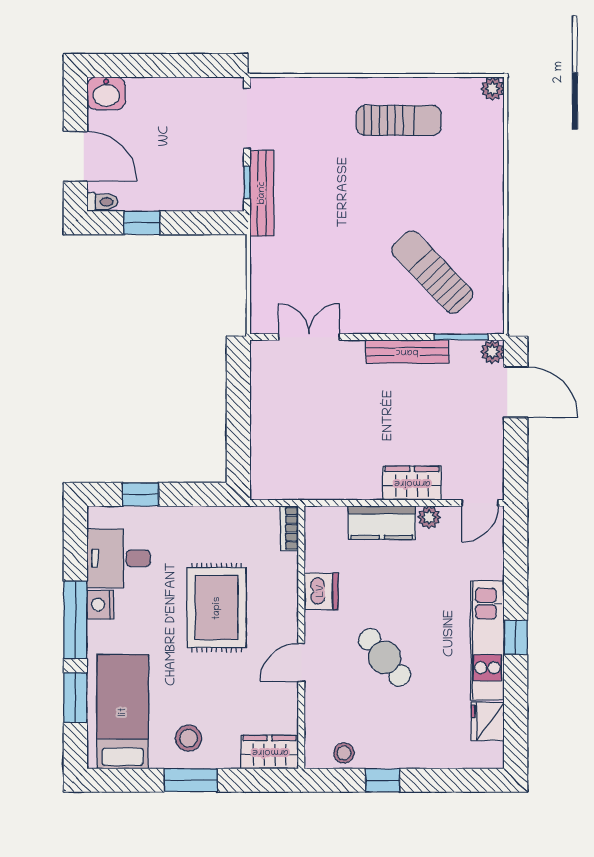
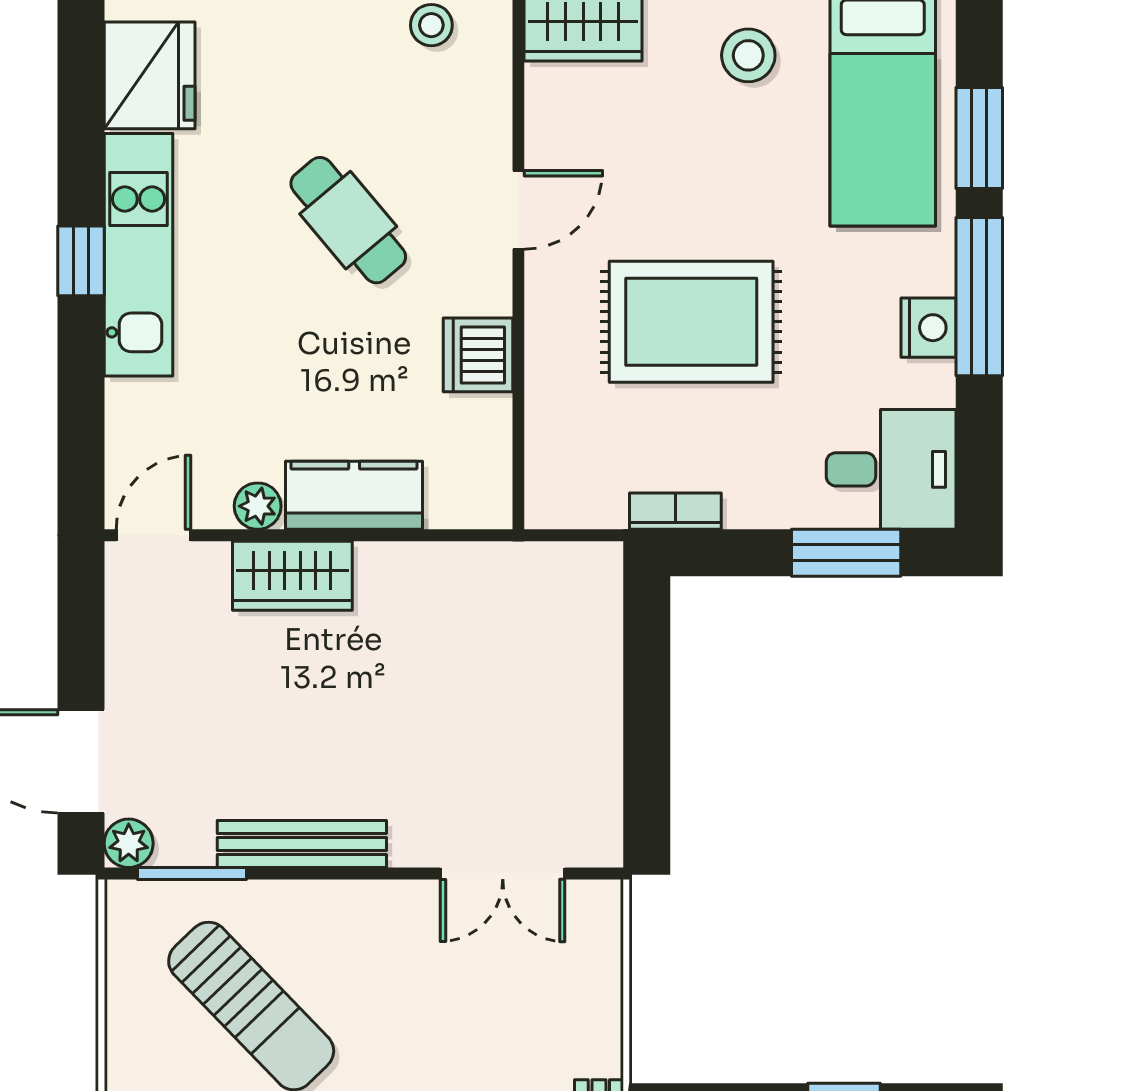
window: (141, 494) -> (846, 553), width x1.50
bookcase: (289, 528) -> (675, 511), moved, turned -90
desk: (119, 558) -> (891, 469), moved
rug: (217, 608) -> (691, 322), turned 90
fridge: (488, 721) -> (150, 75), width x1.36, depth x1.34

